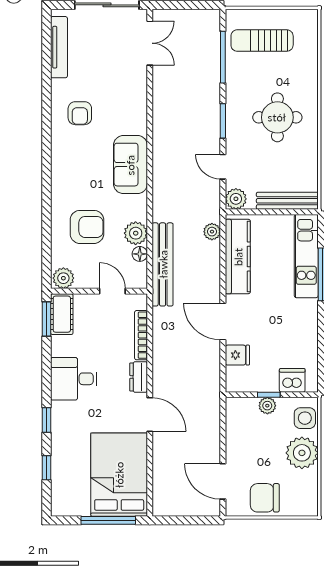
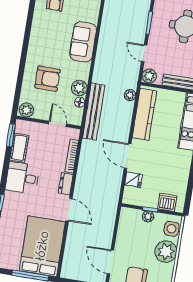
cot: (62, 314) -> (19, 148), moved

